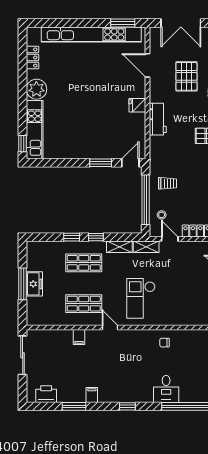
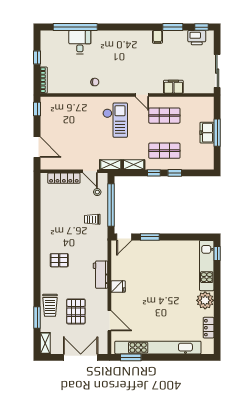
filing cabinet: (79, 337) -> (173, 87), width x2.00
desk: (166, 389) -> (80, 42), moved
window: (127, 406) -> (202, 27), moved

